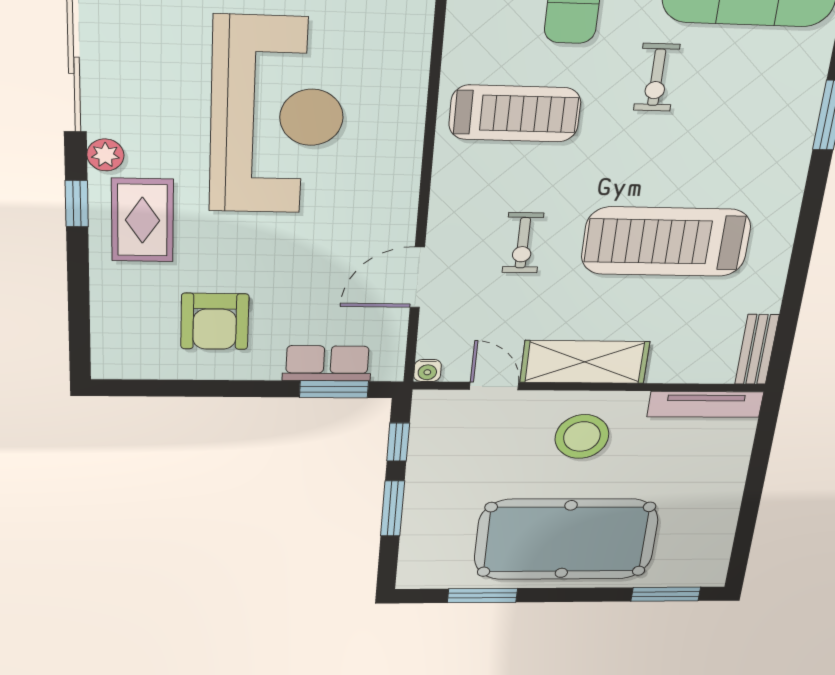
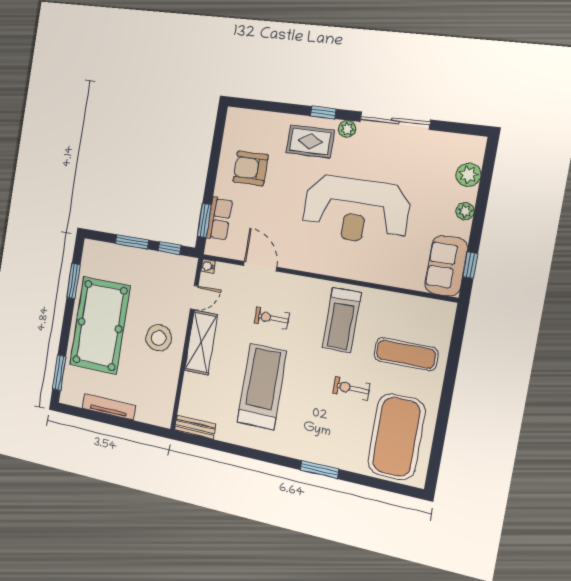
tv unit: (705, 404) -> (109, 407), moved, turned 90

